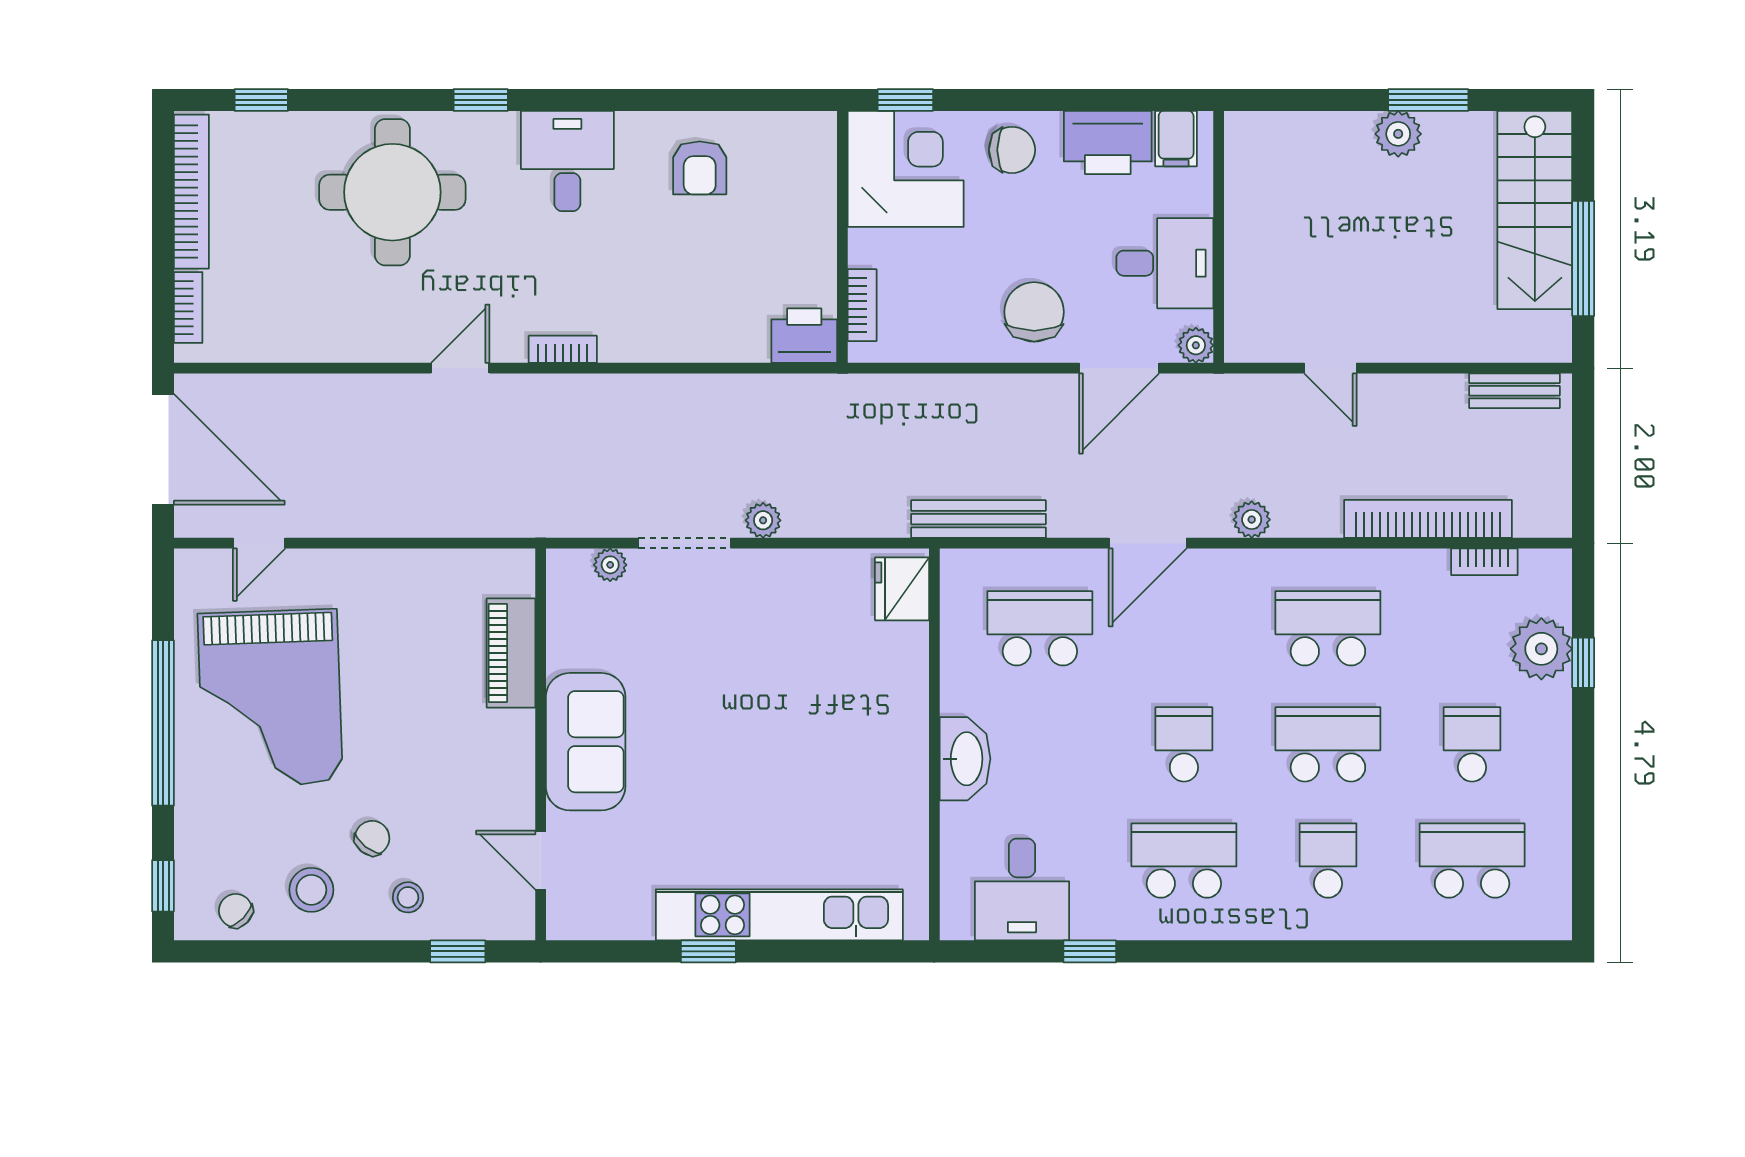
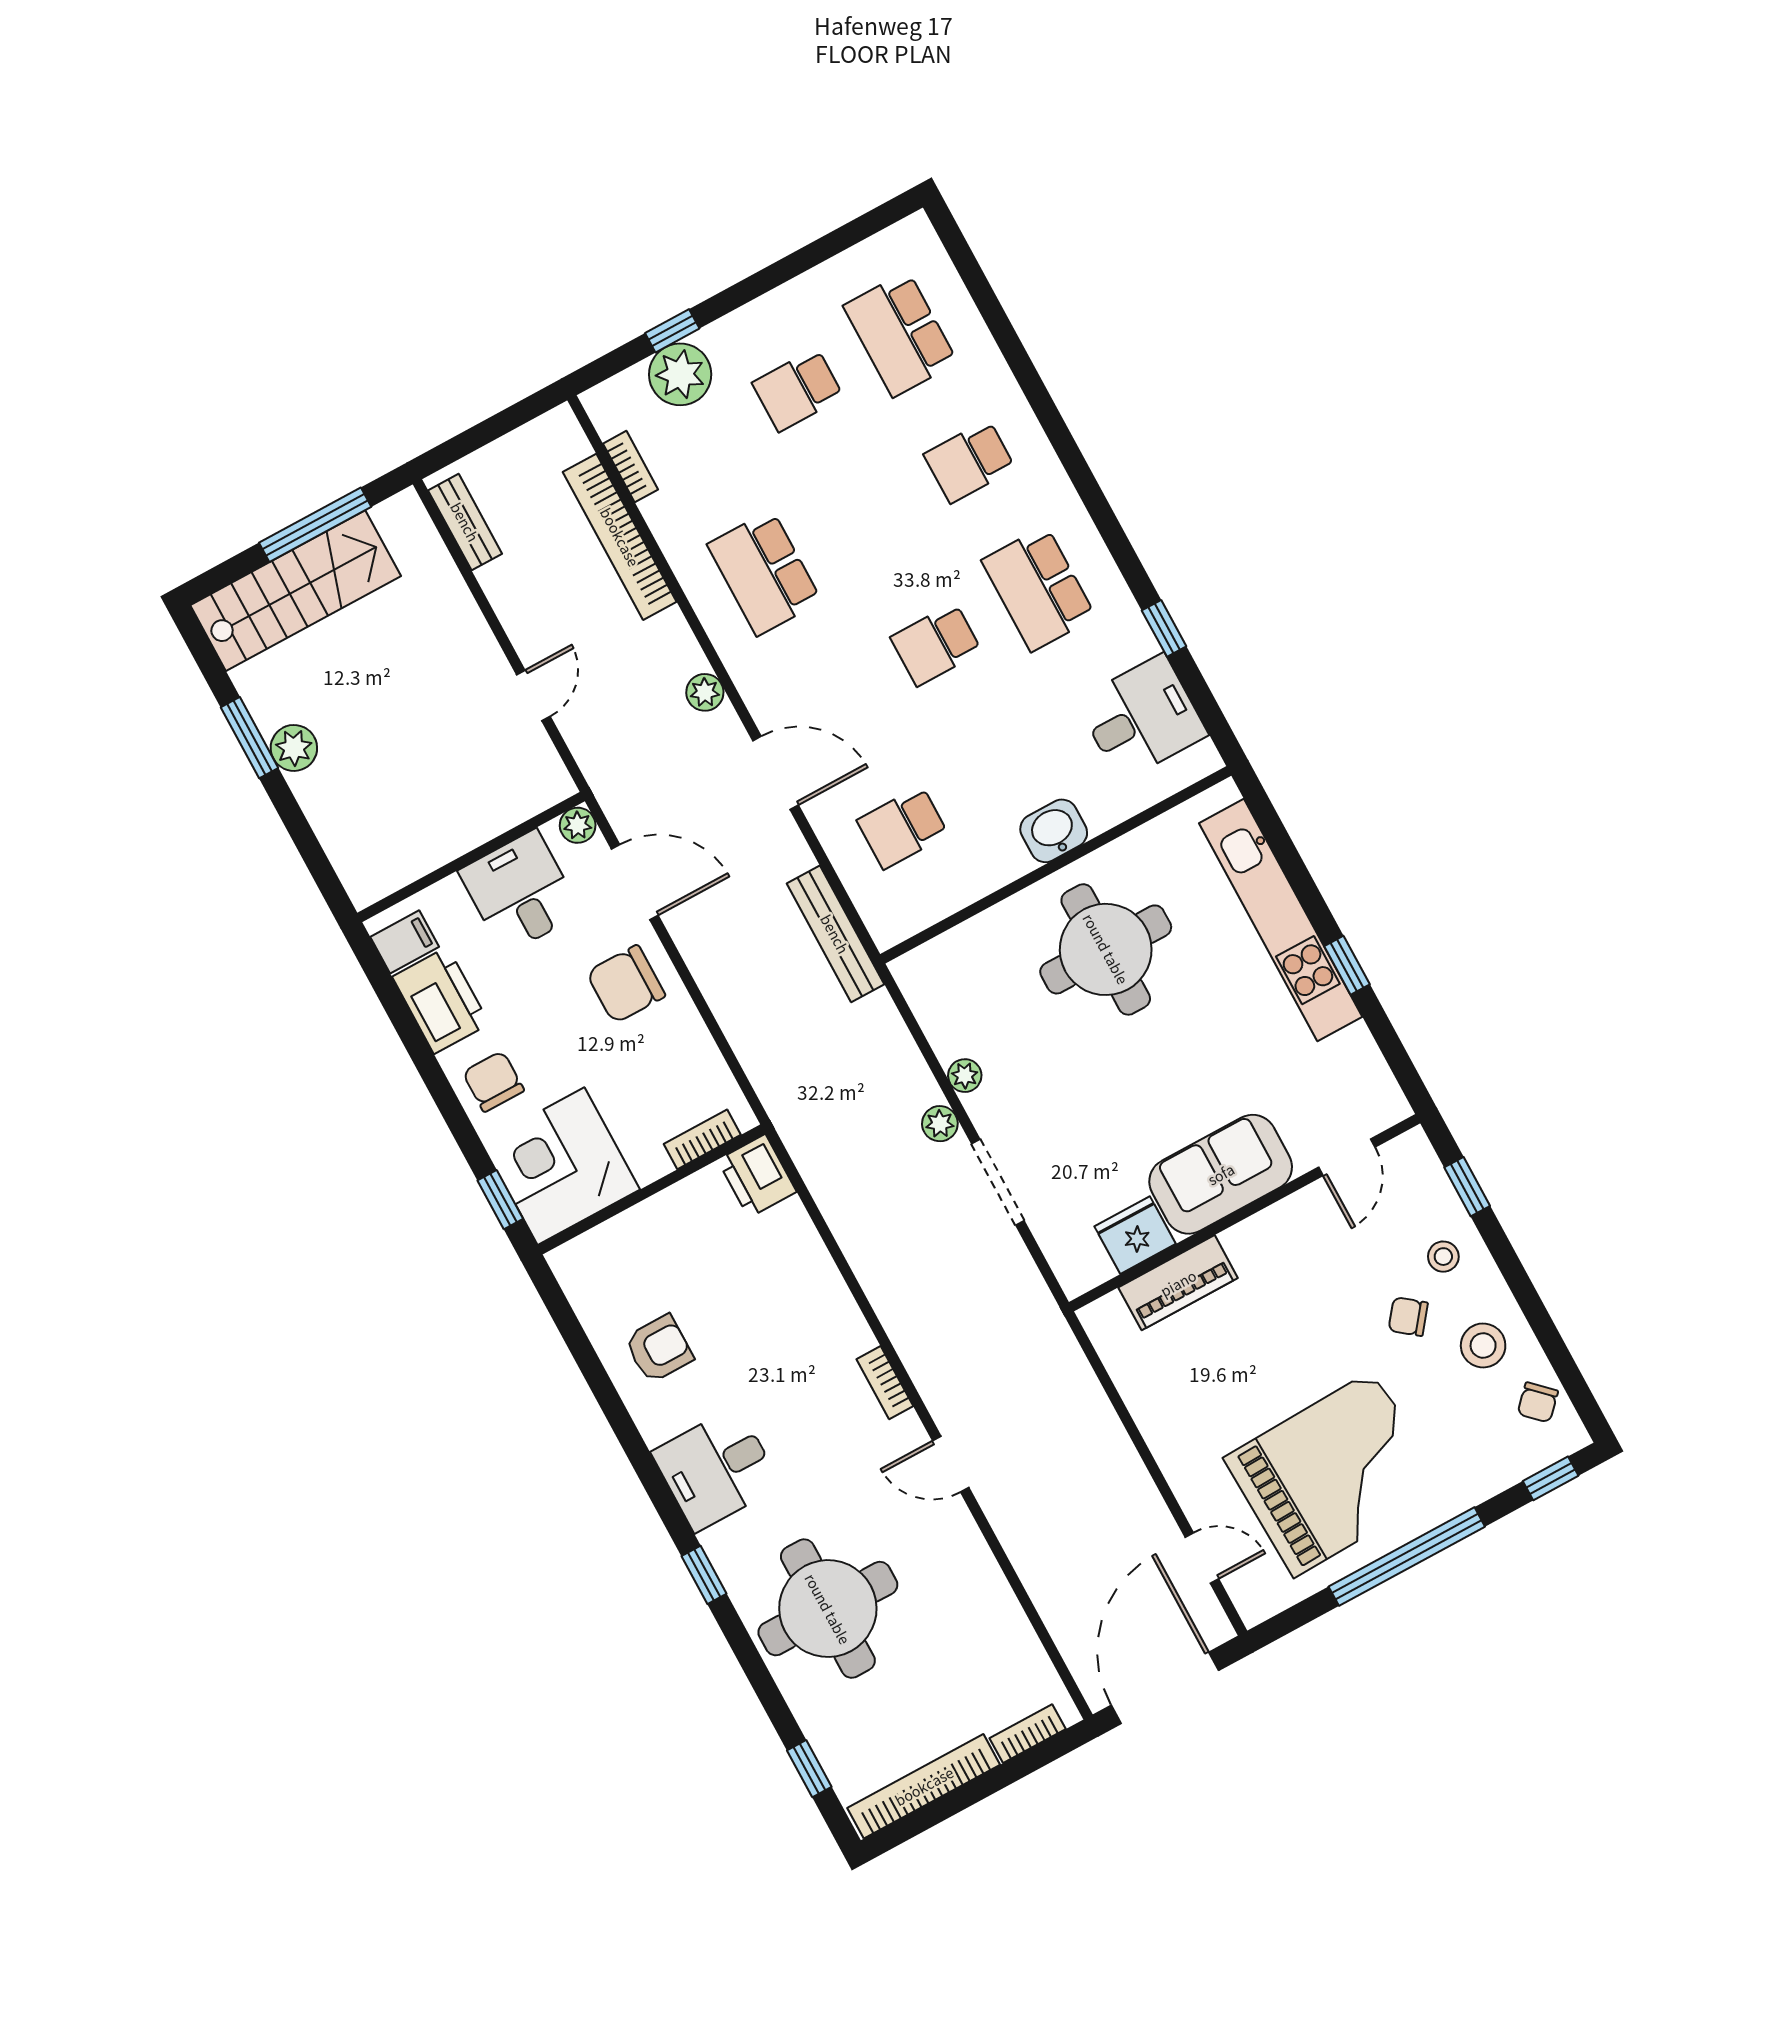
plant: (610, 565) -> (965, 1076), moved
fridge: (902, 589) -> (1135, 1235), moved, turned 180
school desk: (1040, 628) -> (903, 827), width x0.54
school desk: (1328, 744) -> (867, 517), removed
round table: (837, 748) -> (1106, 949), added
washbasin: (965, 759) -> (1054, 831), width x0.72

